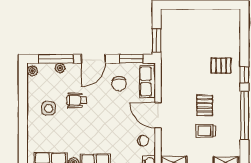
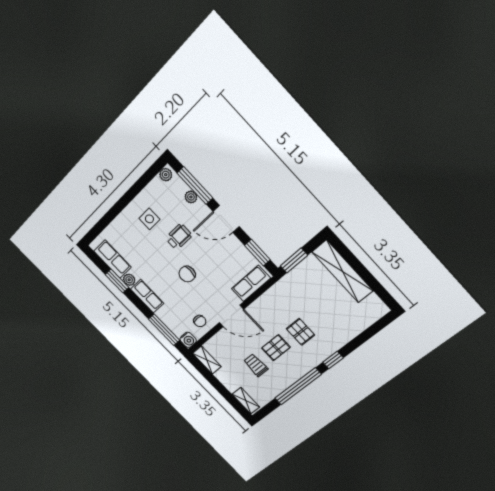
shelving: (190, 17) -> (343, 271), added
pallet: (221, 66) -> (300, 332), moved
chair: (119, 84) -> (187, 274), moved
wheelchair: (77, 100) -> (179, 237), turned 90
door: (158, 115) -> (231, 316), swing flipped

